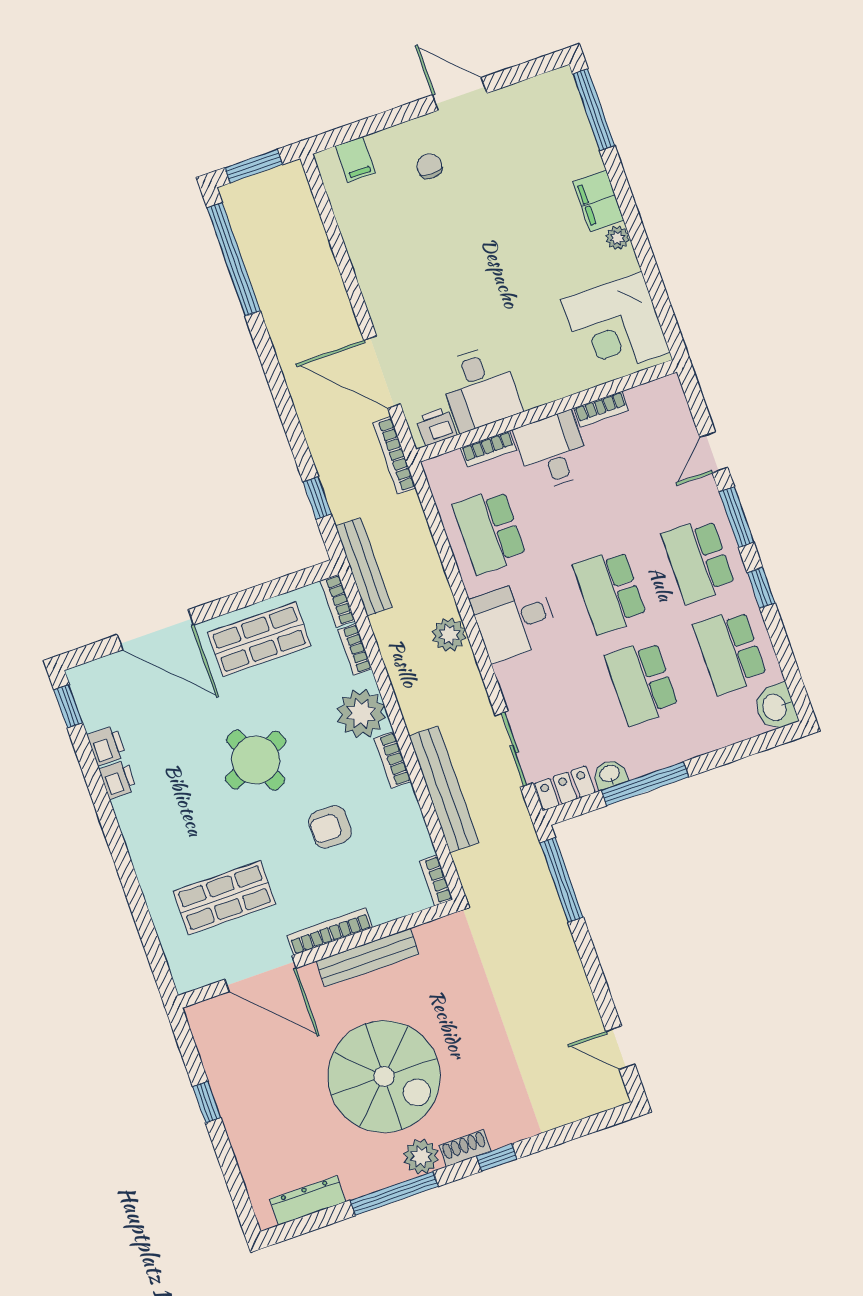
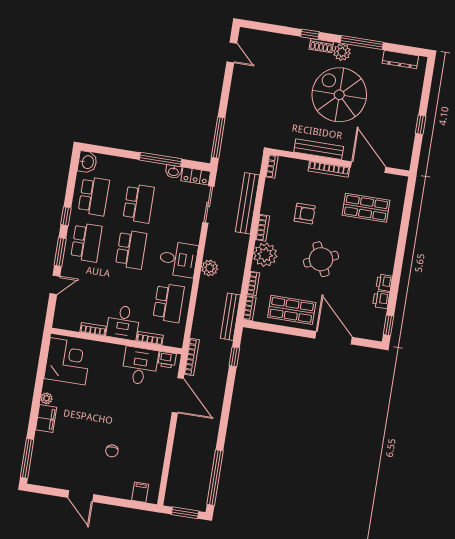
chair: (429, 166) -> (112, 451), moved

